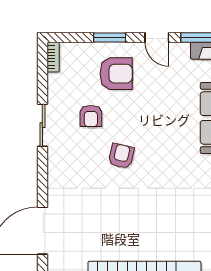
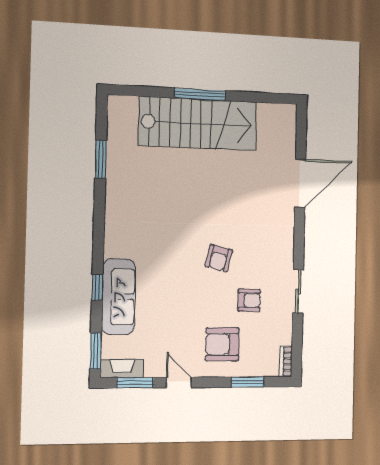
window: (110, 37) -> (248, 382), moved
armchair: (91, 116) -> (249, 300), turned 90

